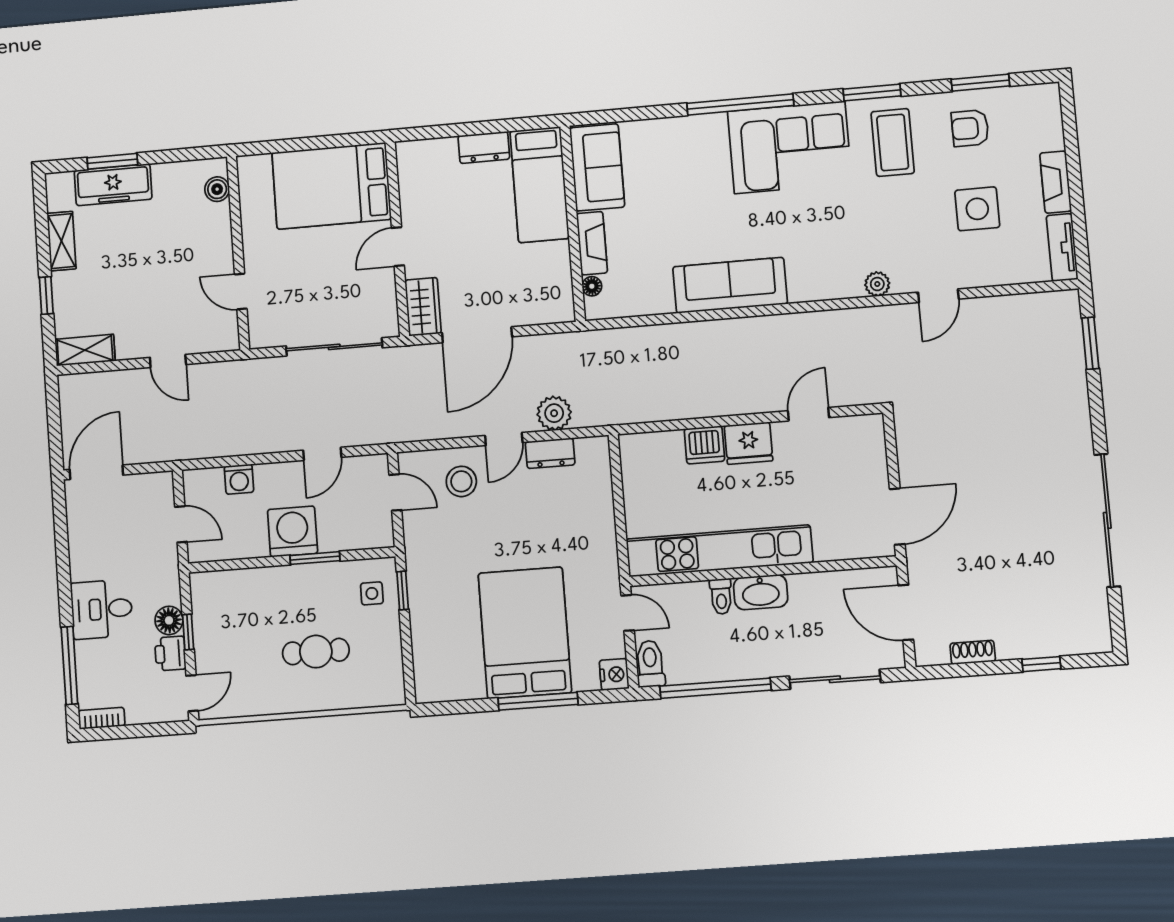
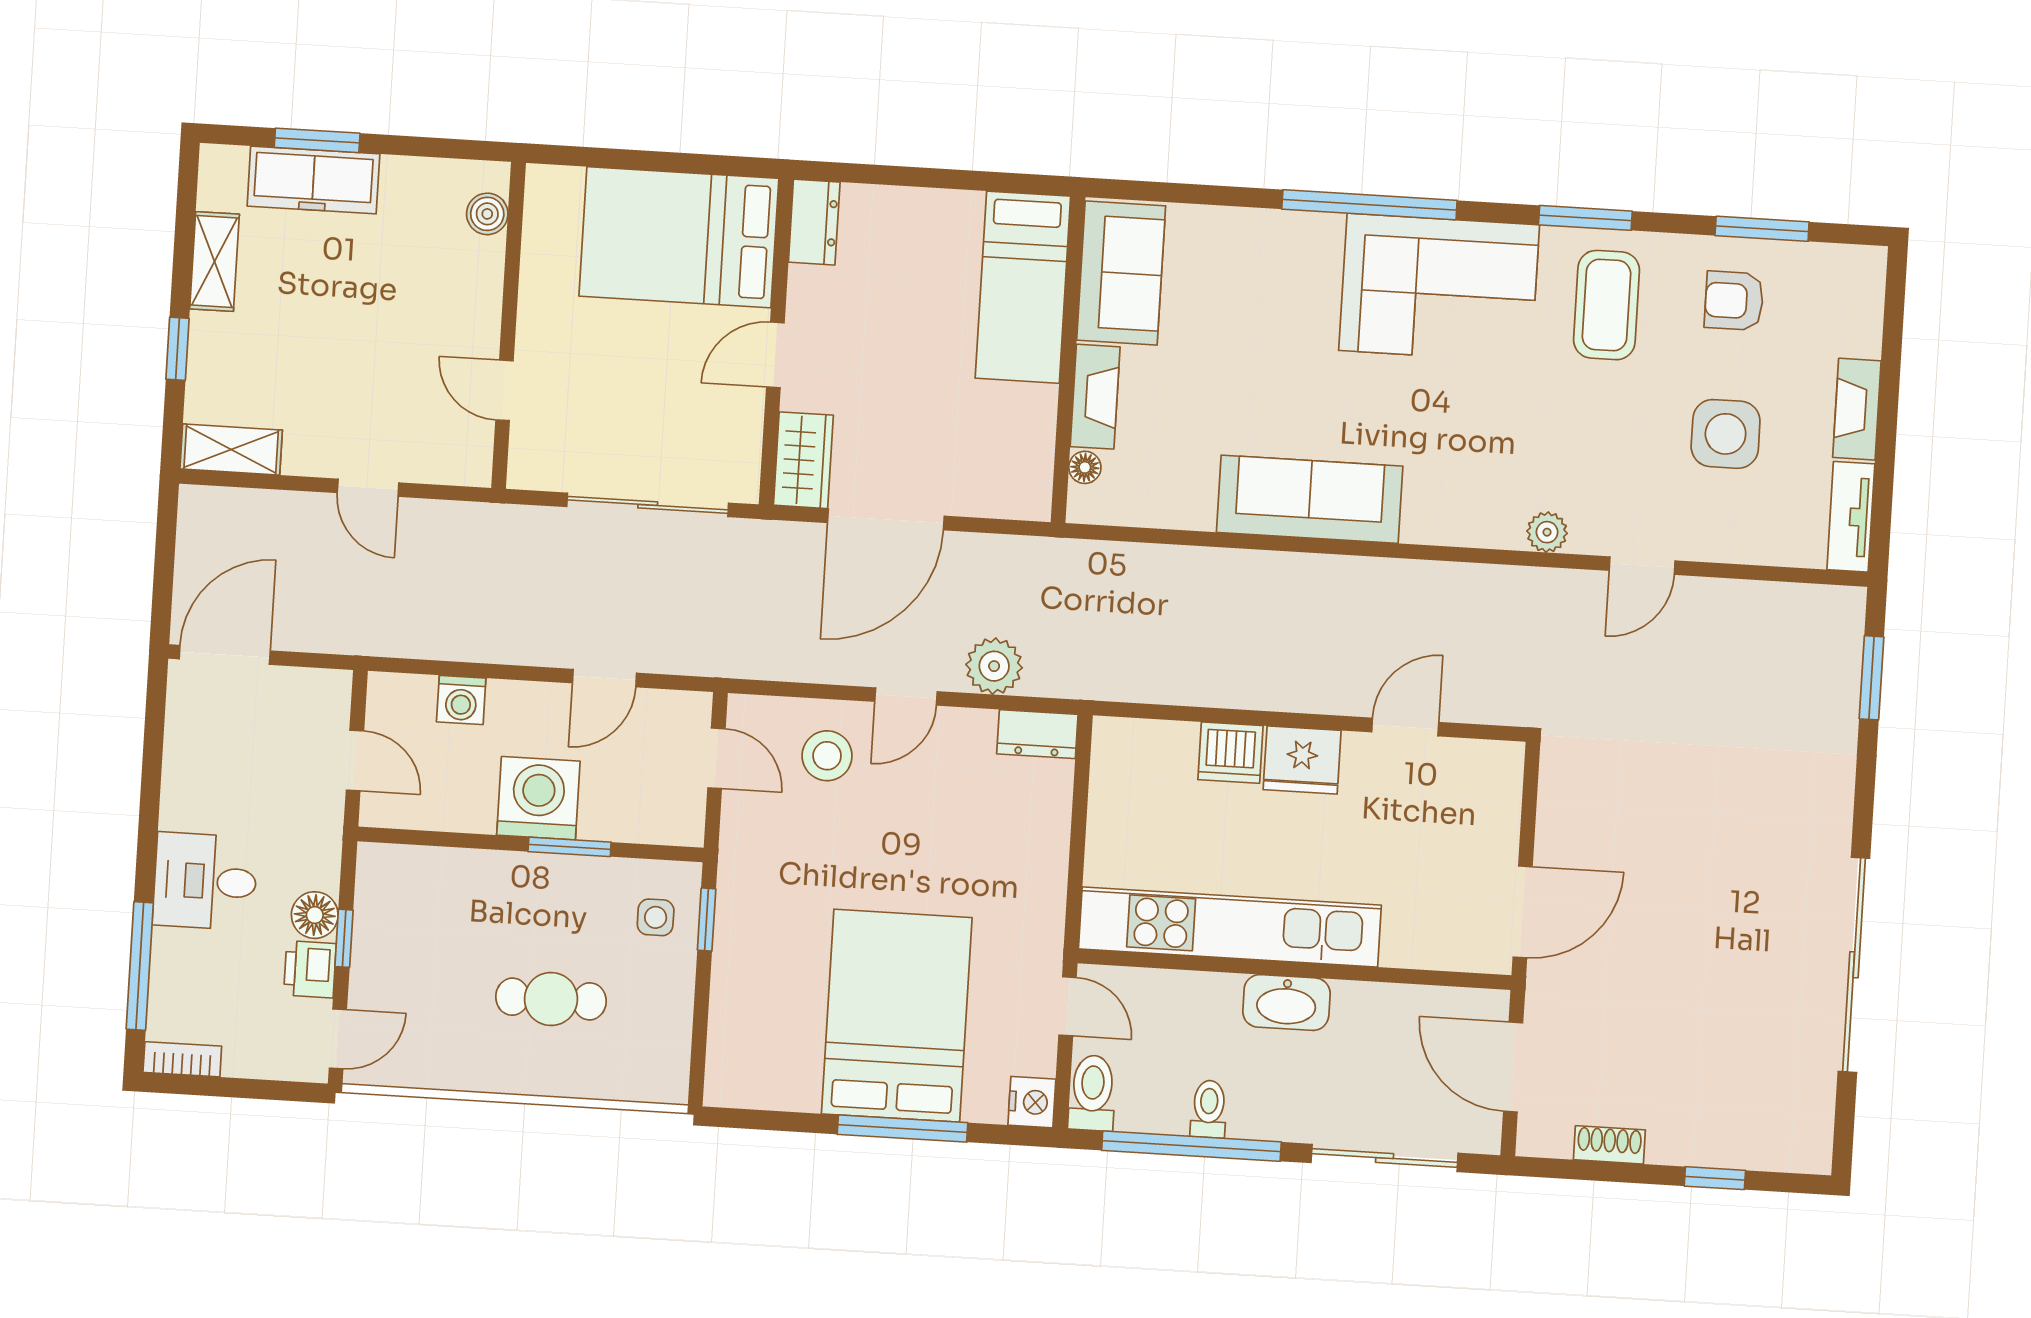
dresser: (484, 147) -> (814, 222), moved, turned -90
dresser: (550, 453) -> (1037, 734), moved
toilet: (721, 596) -> (1209, 1109), moved, turned 180

